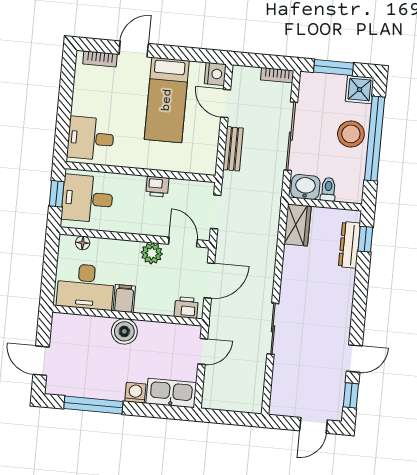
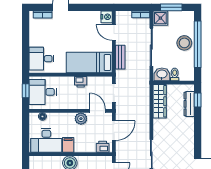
shower: (360, 90) -> (160, 18), moved
bed: (167, 100) -> (89, 63), moved, turned 90
wardrobe: (298, 225) -> (160, 101), width x1.50

